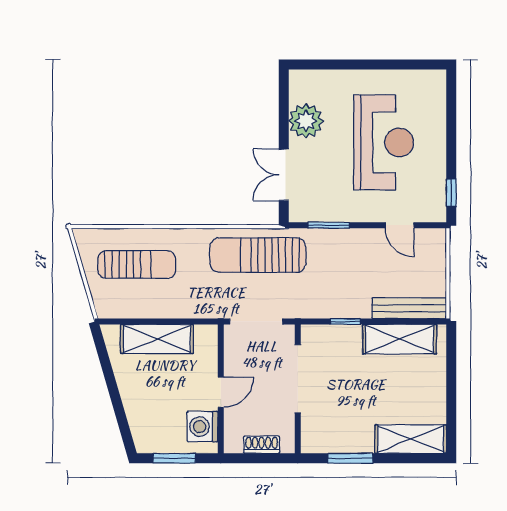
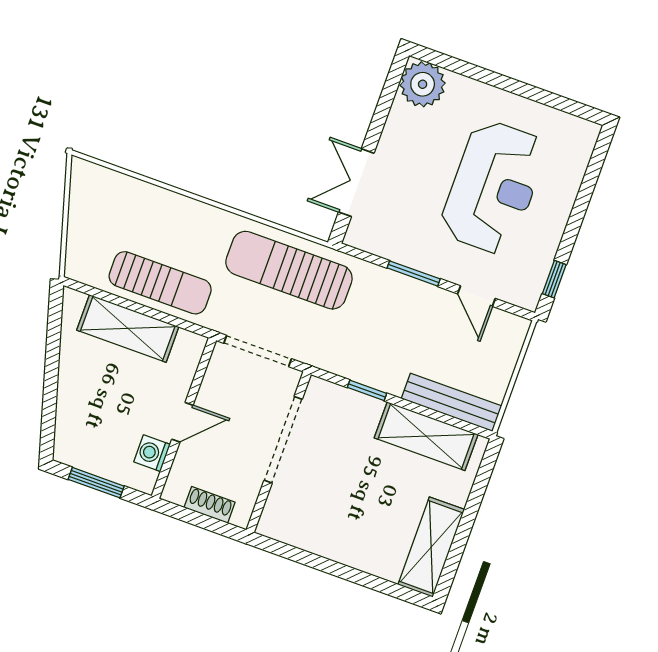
plant: (306, 121) -> (423, 84), moved
window: (329, 225) -> (414, 273), moved
sun lounger: (137, 264) -> (160, 283), moved
washing machine: (203, 427) -> (152, 453), width x0.73, depth x0.73
shelving: (411, 439) -> (431, 547), moved, turned 90
window: (350, 458) -> (313, 561), removed

